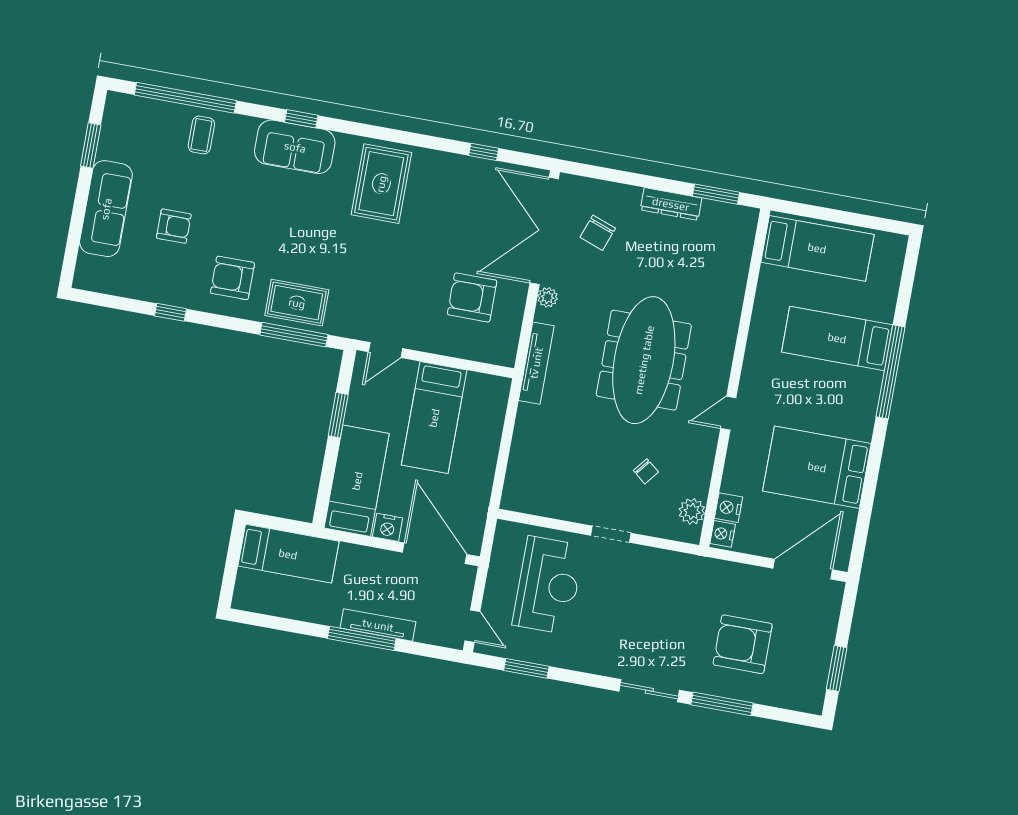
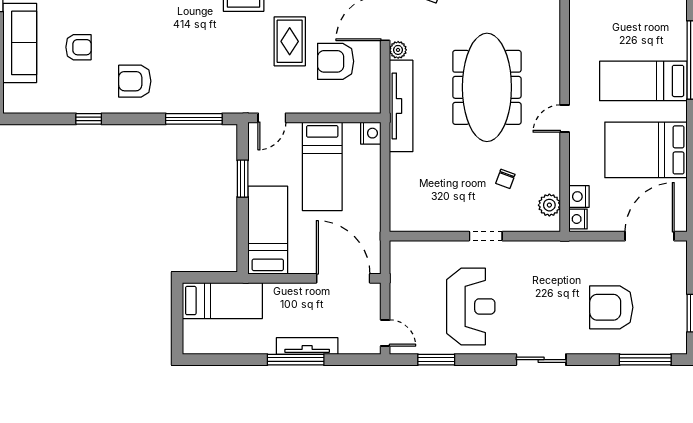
rug: (297, 303) -> (290, 41), moved, turned 90
bed: (837, 338) -> (643, 81), moved
tv unit: (536, 363) -> (401, 106), width x1.36, depth x1.29
chair: (646, 471) -> (505, 179), turned 71
nightstand: (388, 527) -> (371, 133), moved, turned -90
reception desk: (548, 585) -> (471, 306), moved
window: (722, 704) -> (645, 360), moved

